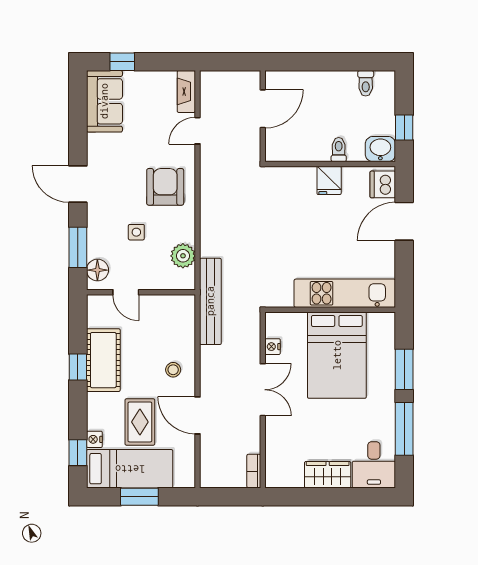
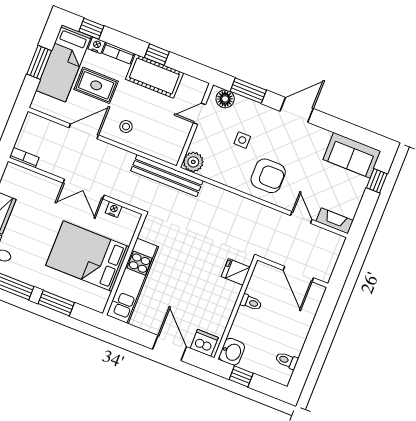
toilet: (339, 150) -> (251, 302), moved
fridge: (329, 180) -> (236, 272), moved
plant: (183, 256) -> (193, 162), moved
bookcase: (94, 411) -> (118, 53), added

